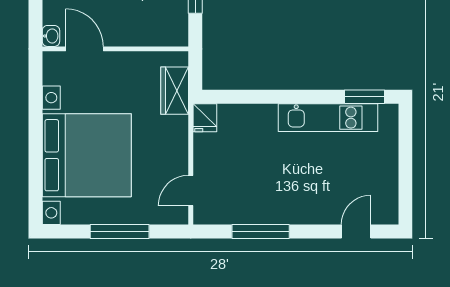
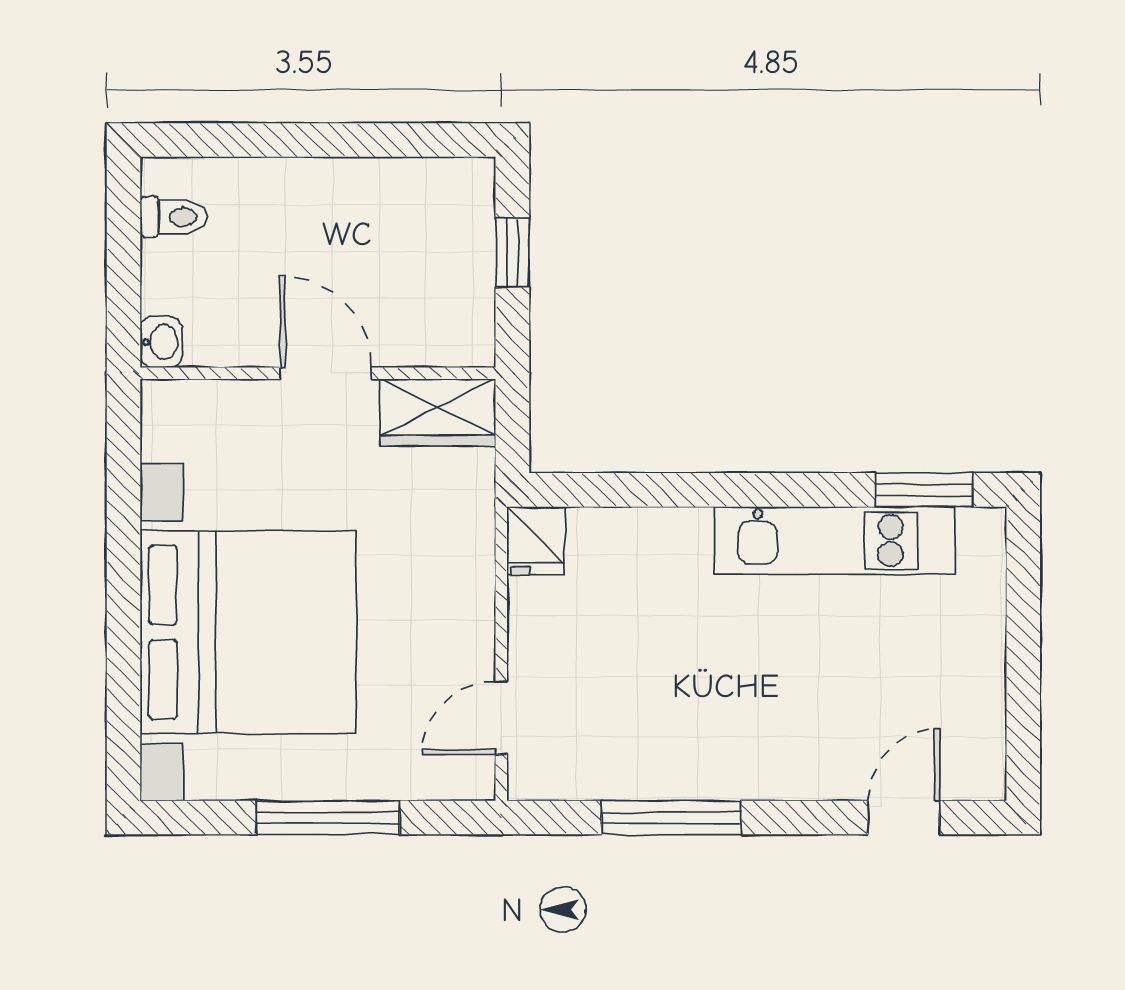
door: (84, 49) -> (326, 373), moved
wardrobe: (175, 91) -> (438, 412), moved, turned -90

